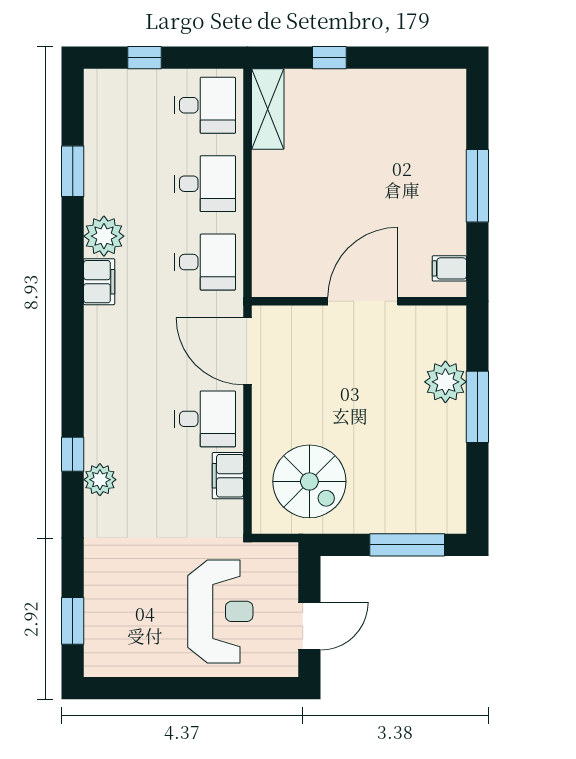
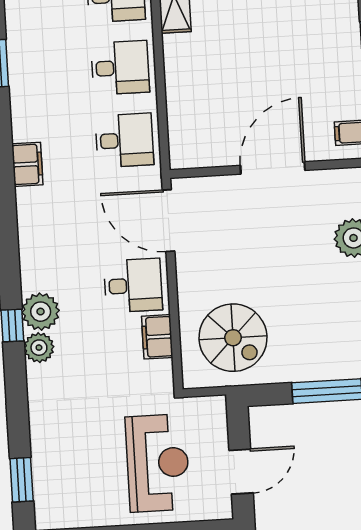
plant: (104, 236) -> (41, 312), moved

